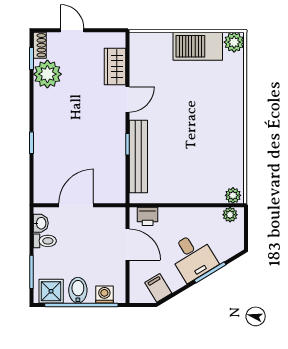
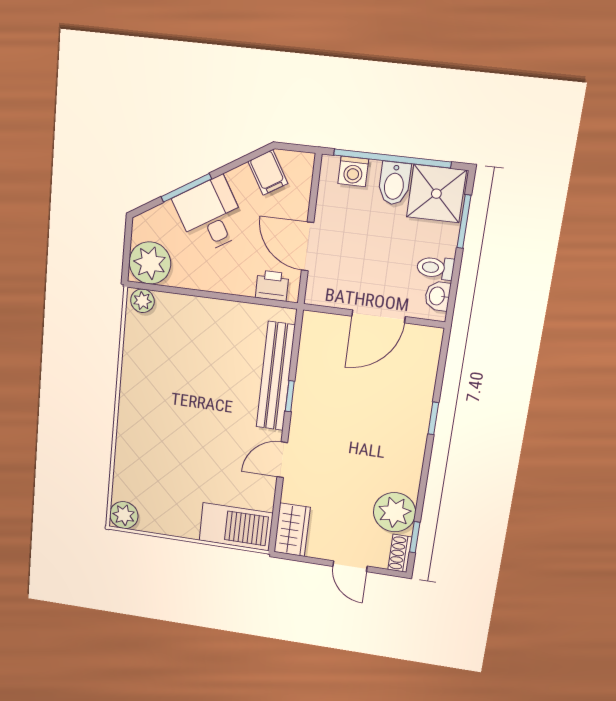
barbecue: (198, 46) -> (236, 527), moved
wardrobe: (115, 66) -> (292, 530), moved
plant: (230, 215) -> (150, 263), width x1.88, depth x1.88
shower: (51, 291) -> (436, 194), width x1.36, depth x1.36

